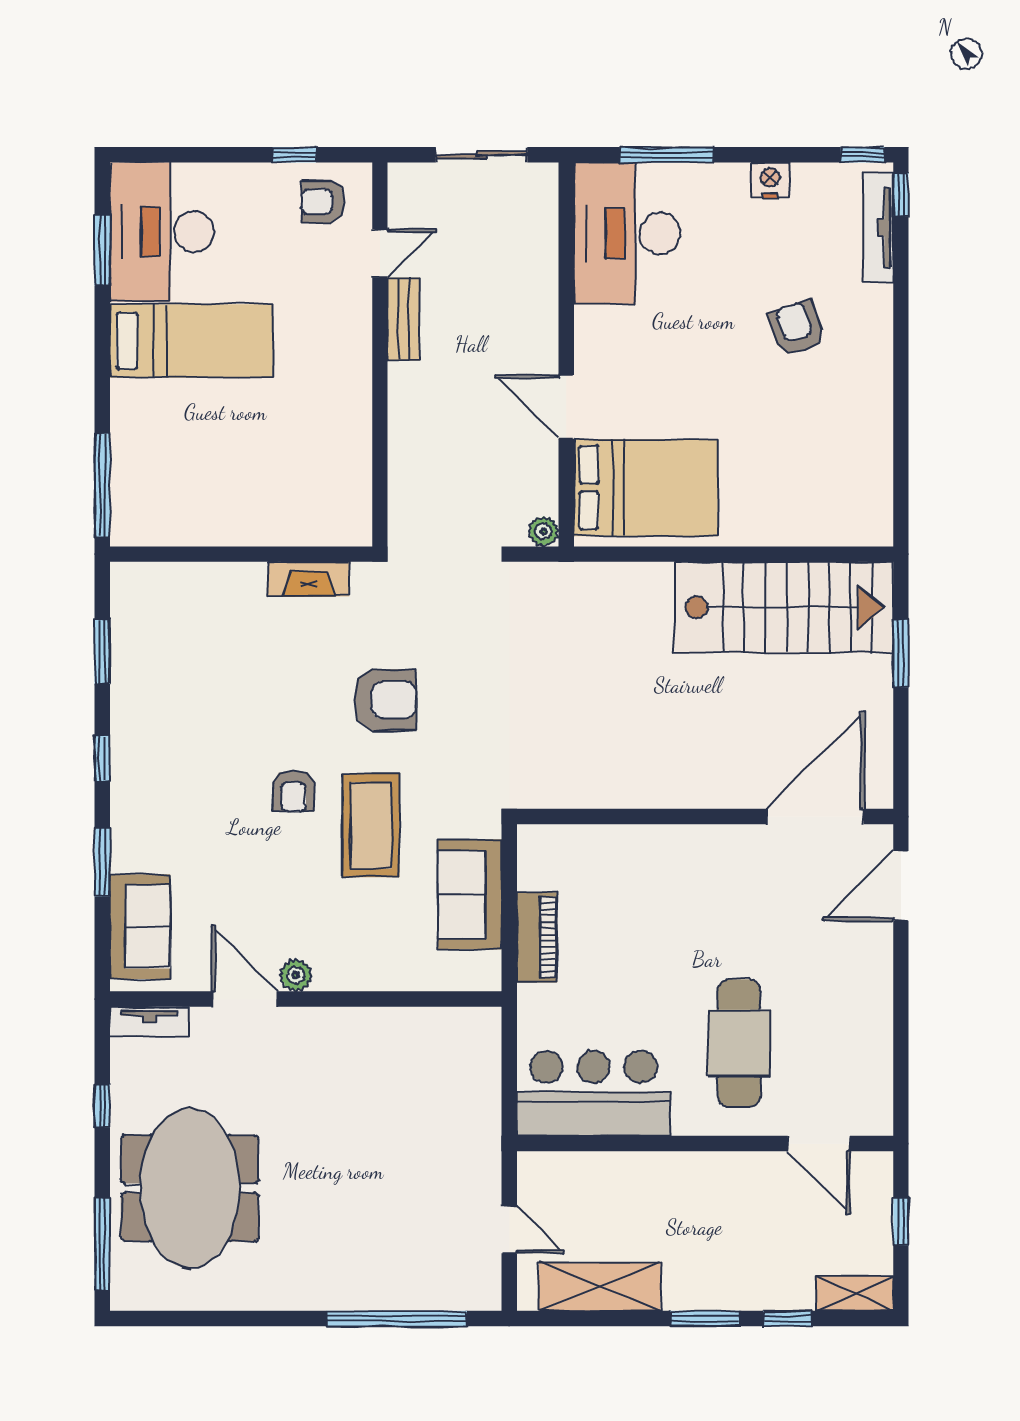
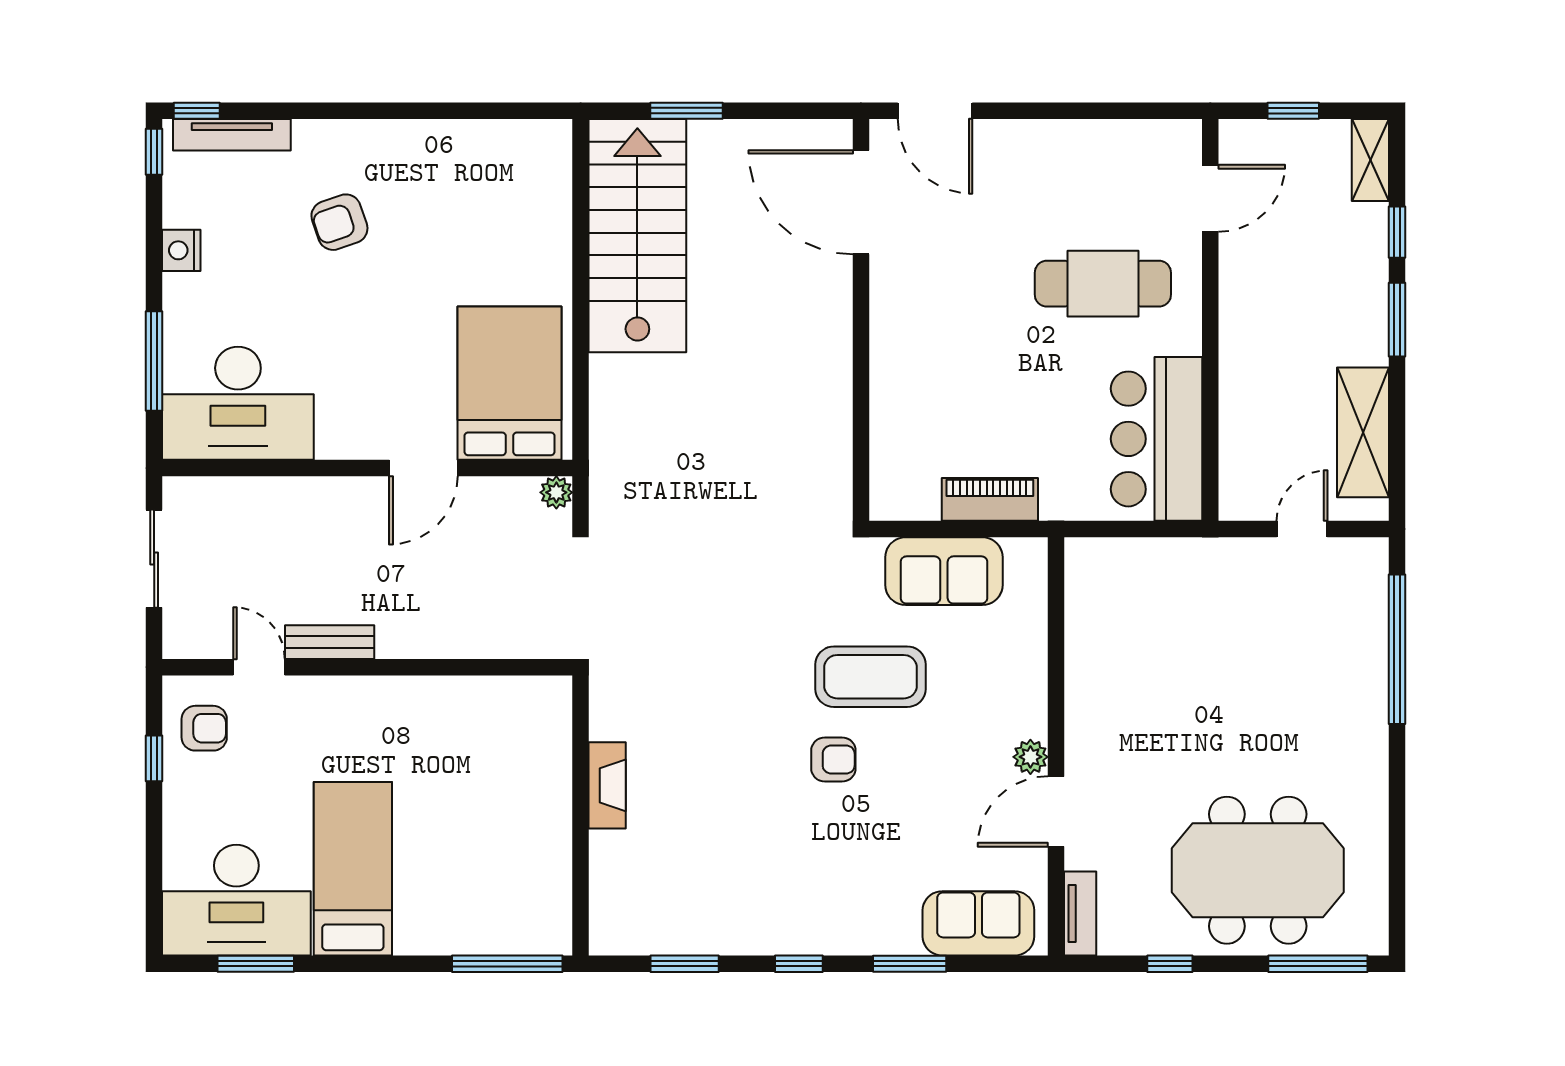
armchair: (323, 202) -> (204, 728), turned -90
fireplace: (309, 579) -> (607, 785), moved
armchair: (385, 700) -> (736, 661), removed

